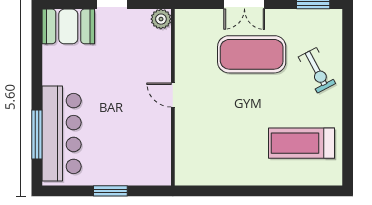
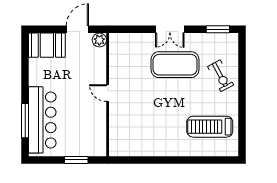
plant: (161, 19) -> (99, 40), moved
door: (173, 95) -> (108, 93), moved
wall: (173, 97) -> (108, 95), moved

